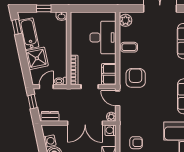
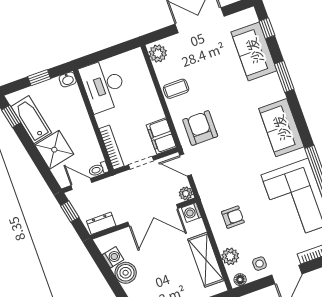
desk: (103, 37) -> (104, 85), moved, turned 180
door: (46, 87) -> (81, 184), hinge flipped

